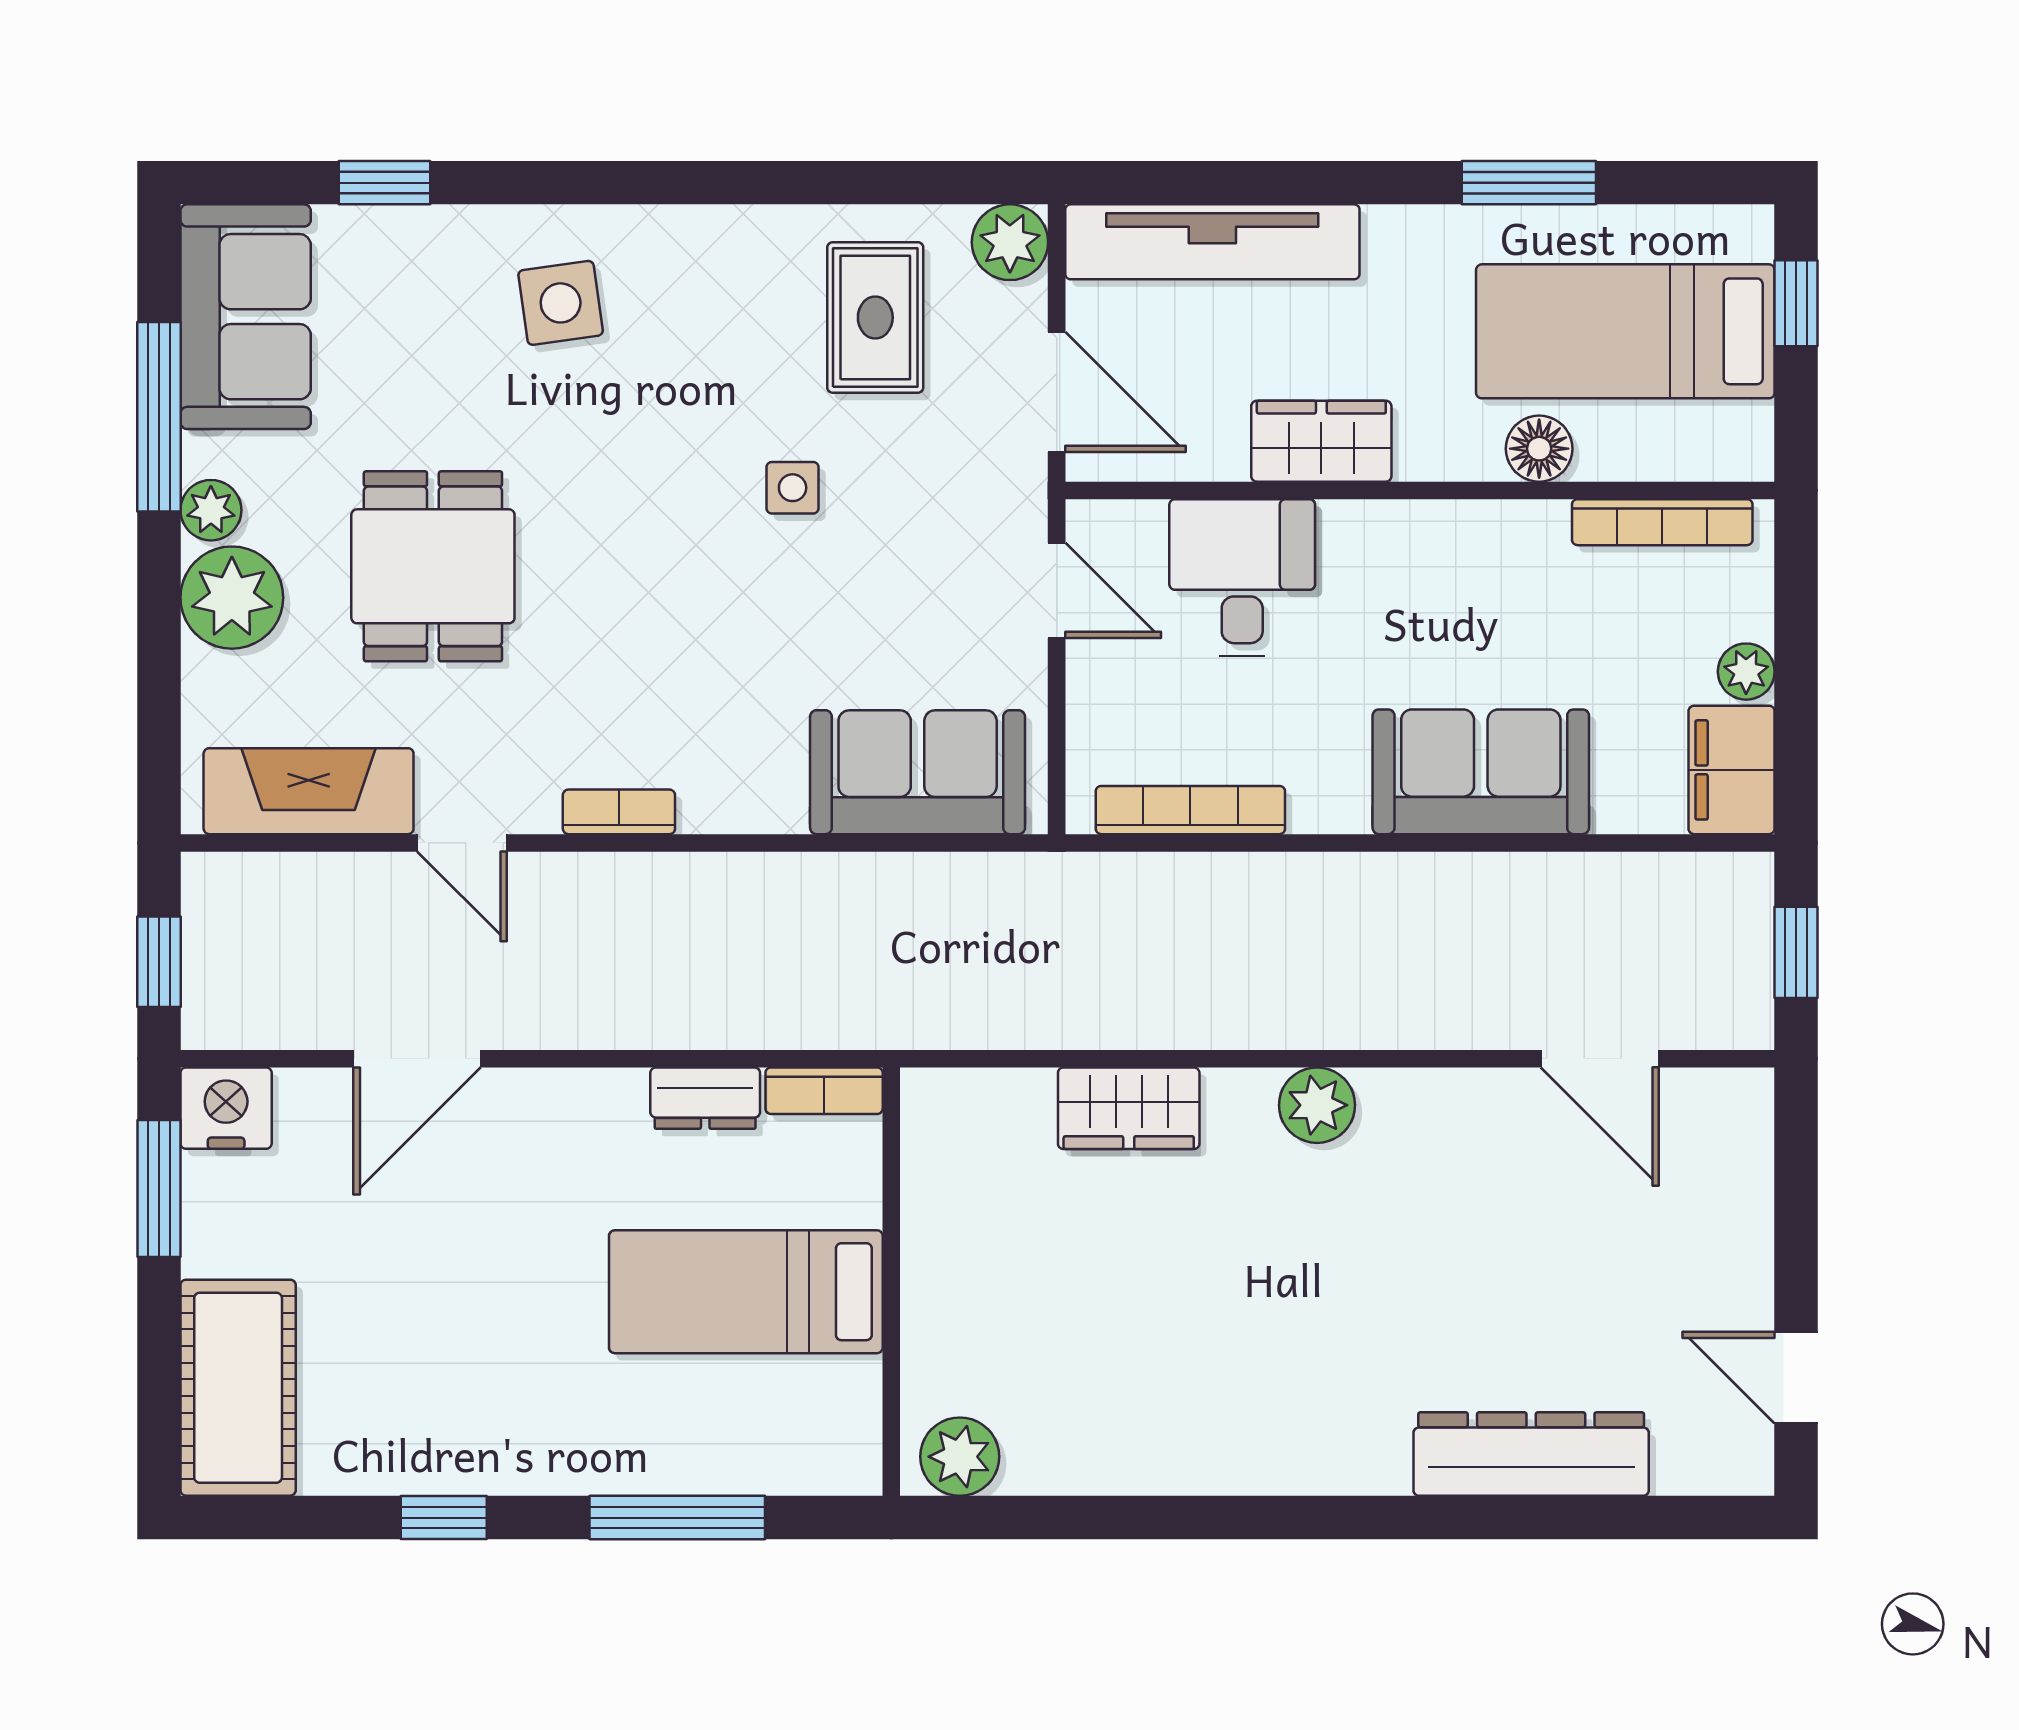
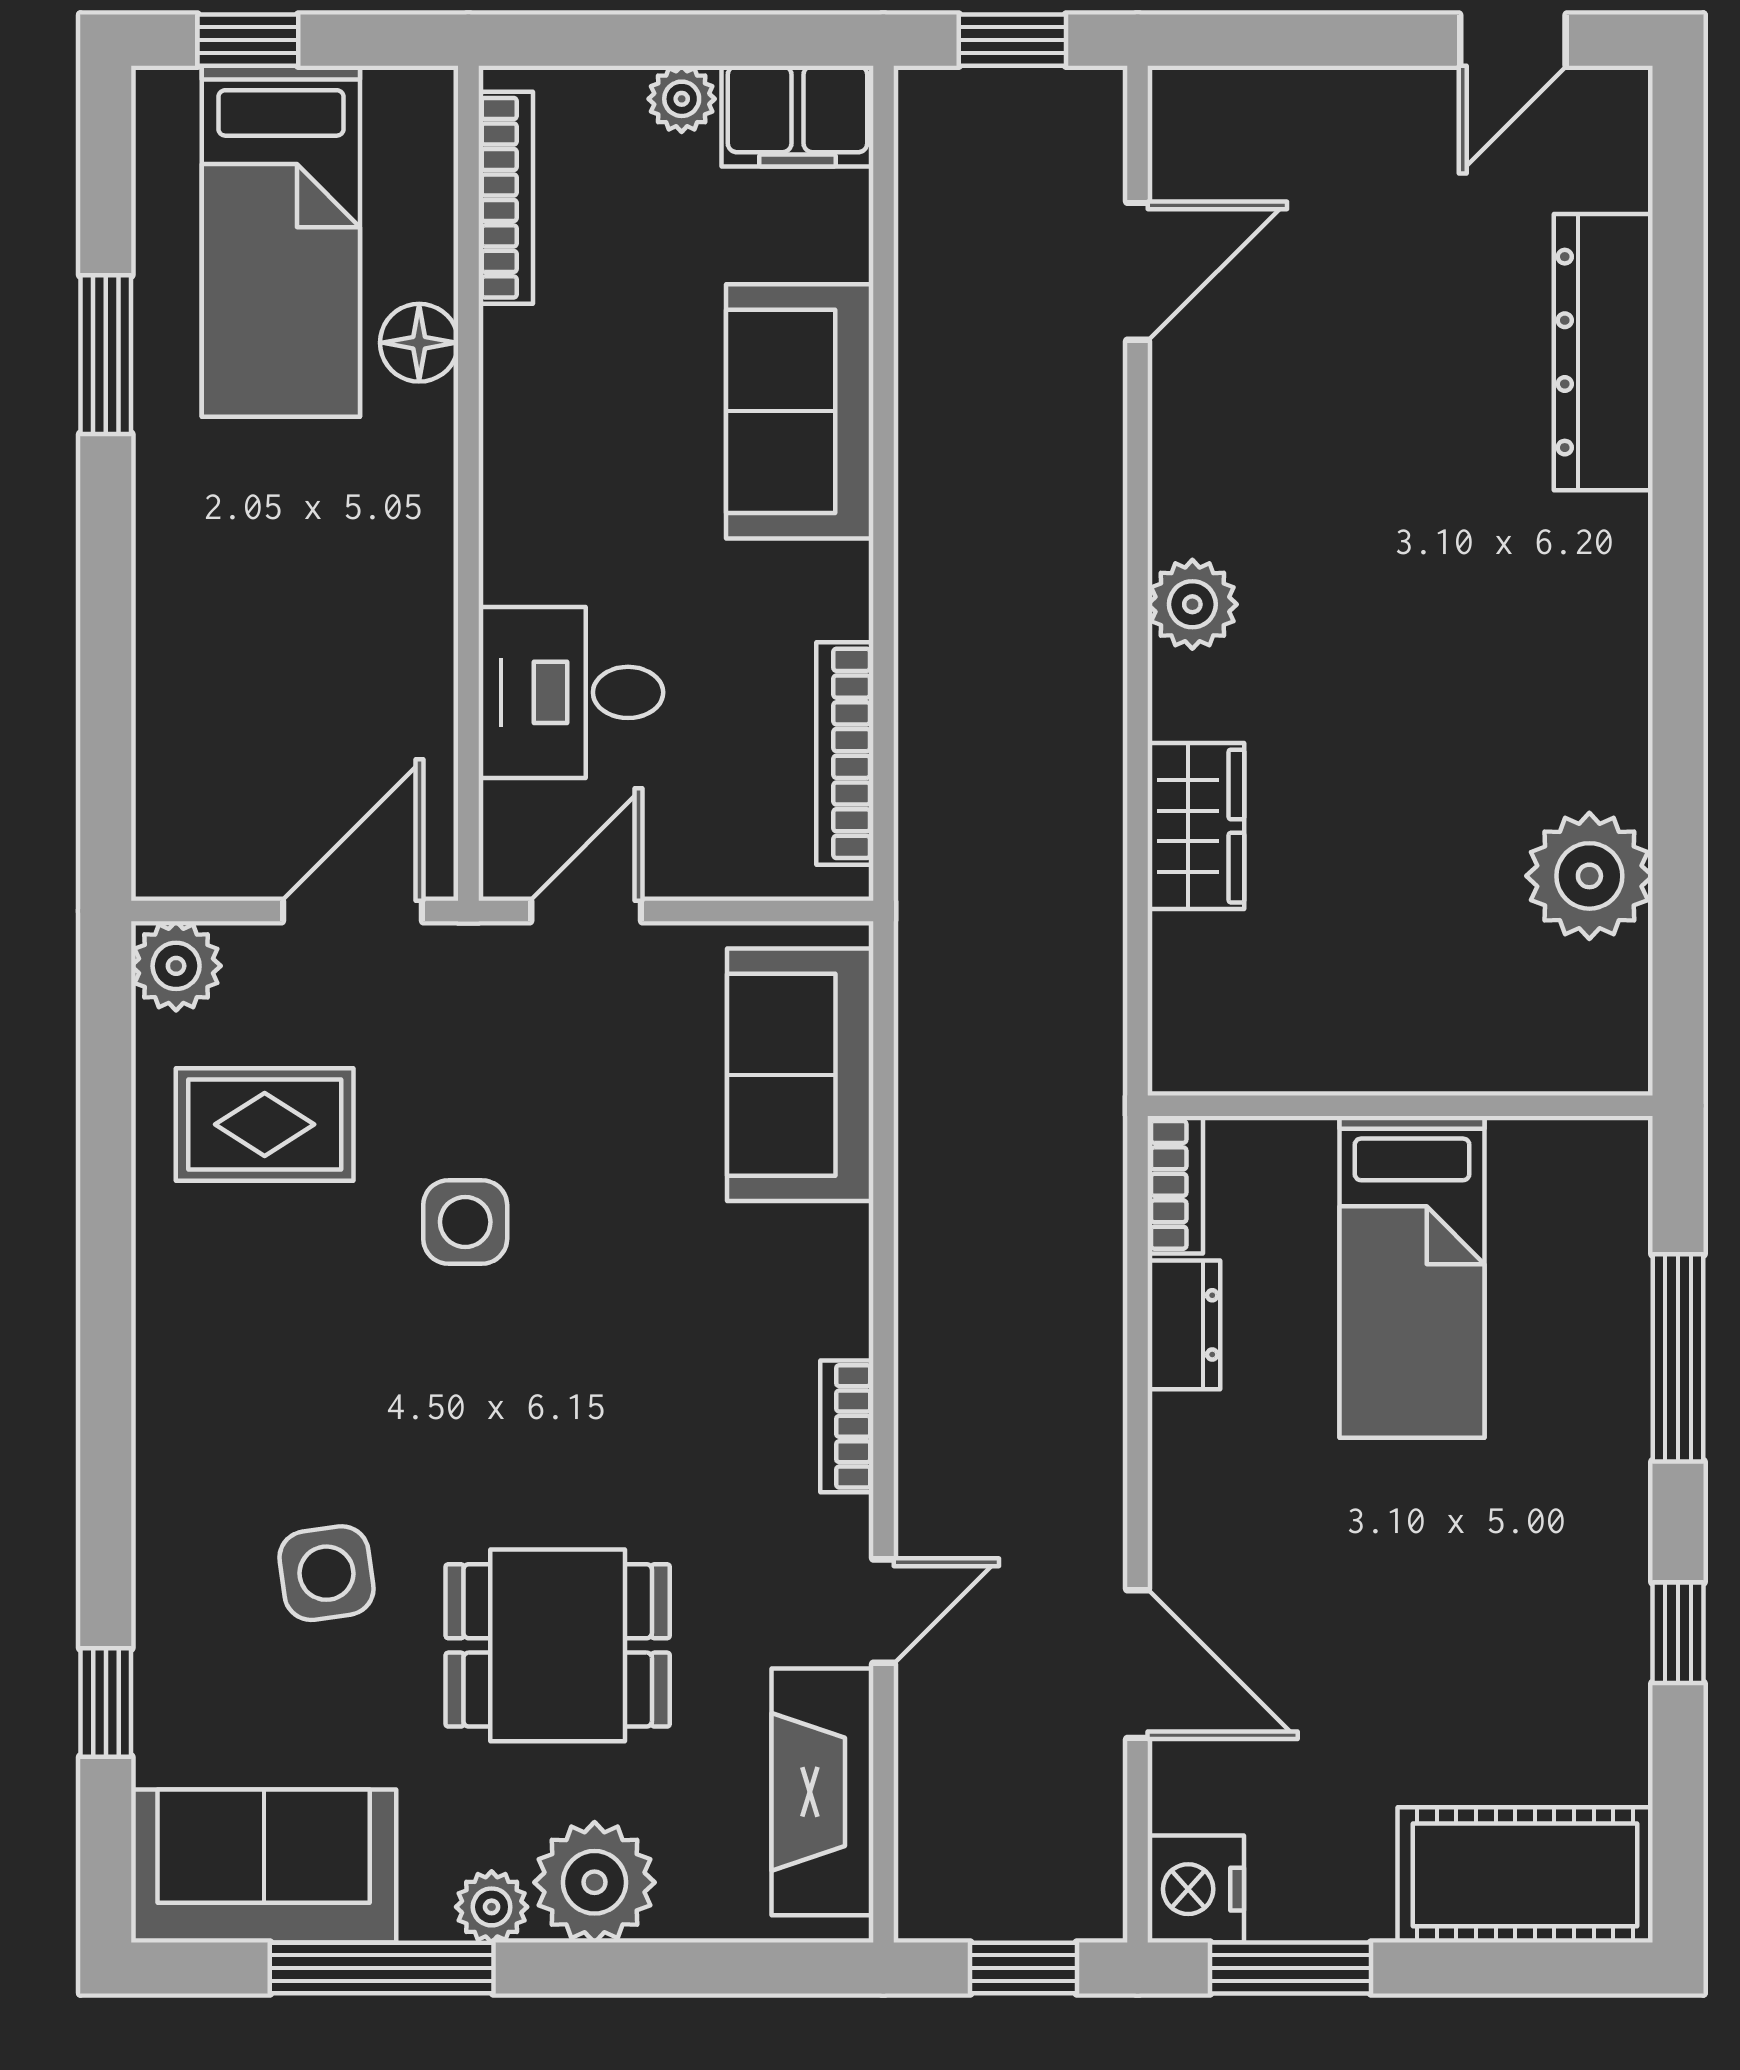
tv unit: (1212, 242) -> (176, 728), removed
side table: (561, 303) -> (326, 1573), moved
wardrobe: (1321, 441) -> (410, 599), removed
side table: (793, 488) -> (465, 1222), width x1.37, depth x1.37
plant: (960, 1457) -> (1589, 876), moved, width x1.36, depth x1.36

